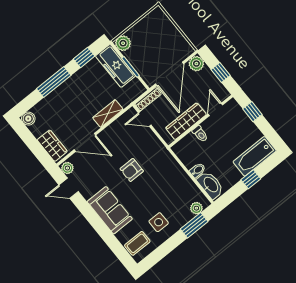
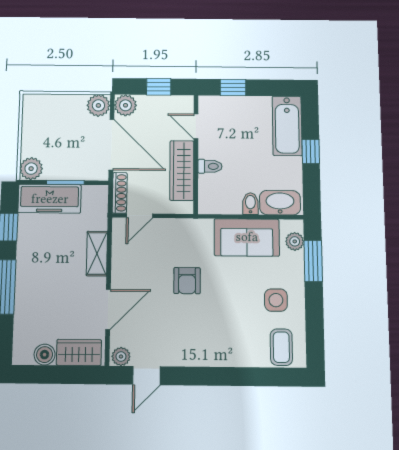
plant: (185, 50) -> (98, 105), added
boiler: (28, 119) -> (45, 355), moved
sofa: (110, 210) -> (247, 237), moved, turned 180

